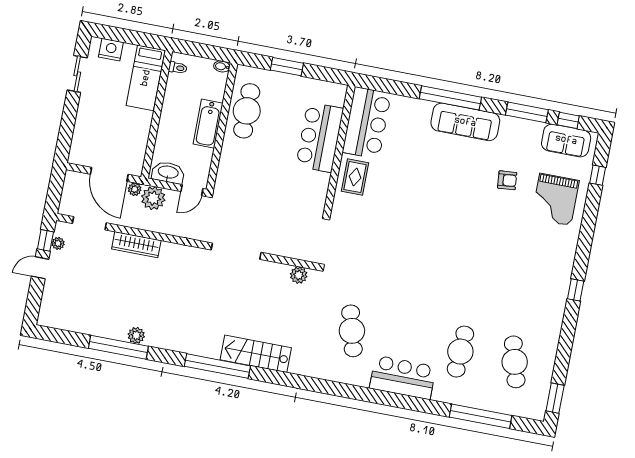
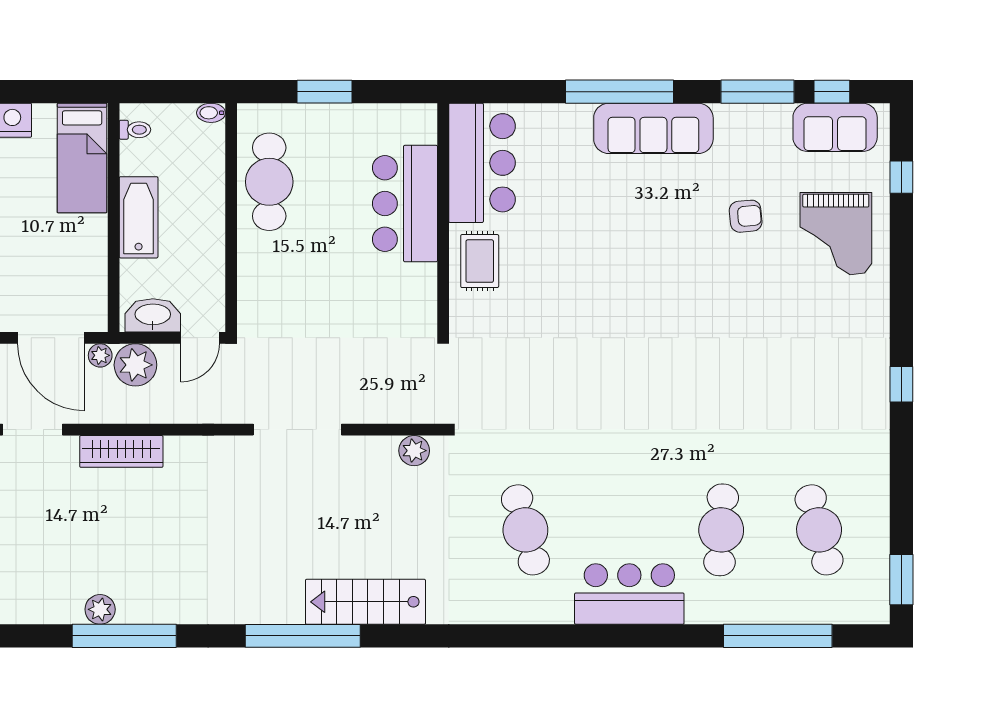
bathtub: (208, 124) -> (139, 217), moved, turned 180
plant: (136, 335) -> (100, 609), moved

